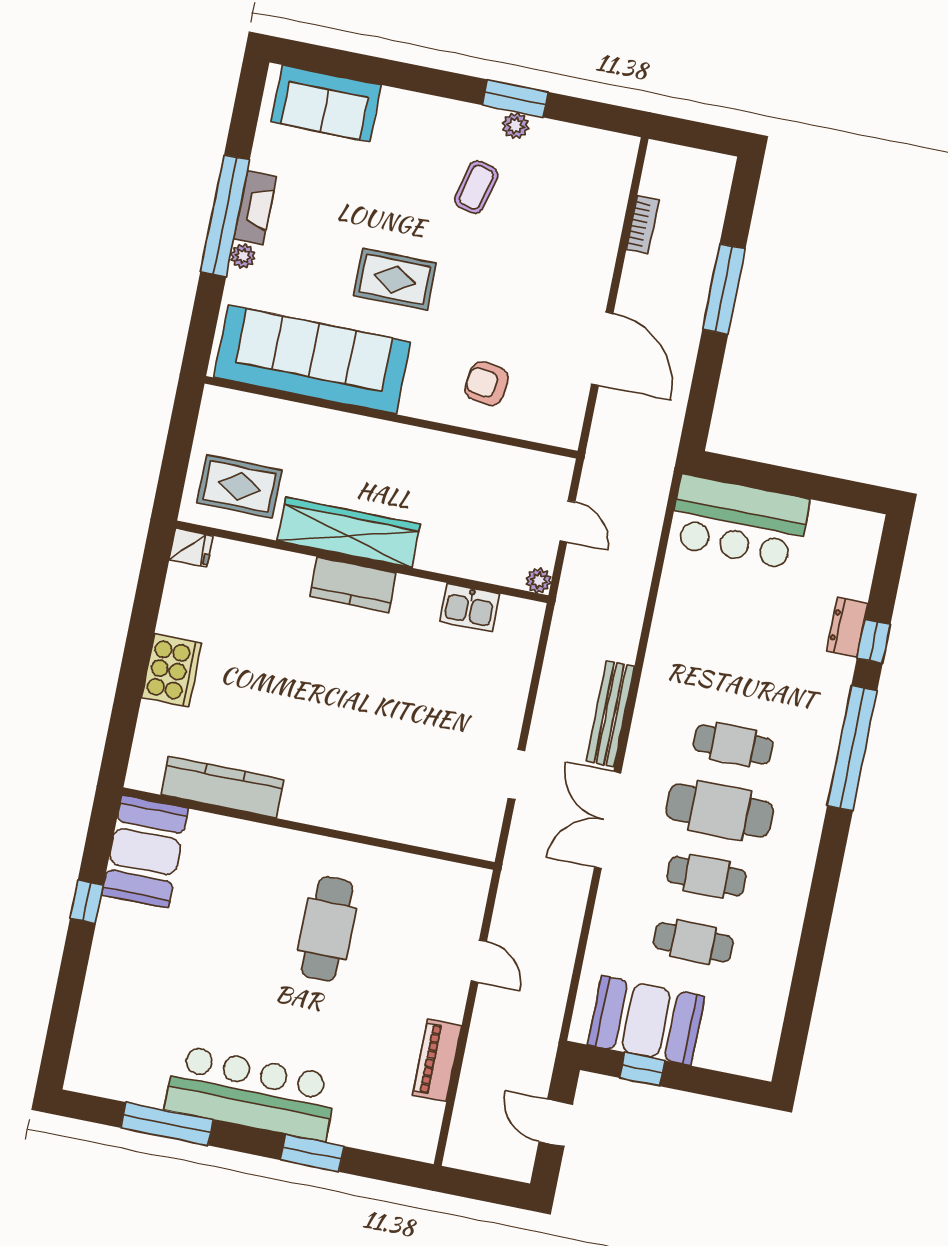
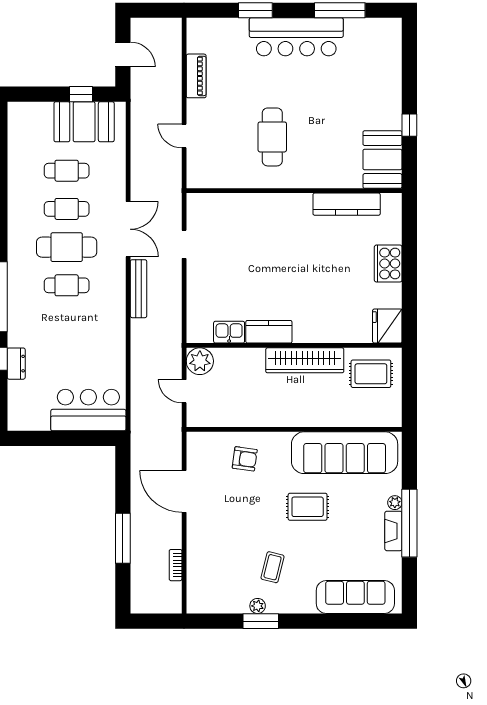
sofa: (326, 103) -> (355, 597), width x1.36
fridge: (191, 548) -> (387, 326), width x1.88, depth x1.34
plant: (539, 581) -> (200, 361), width x1.88, depth x1.88
kitchen counter: (353, 585) -> (269, 332), moved

